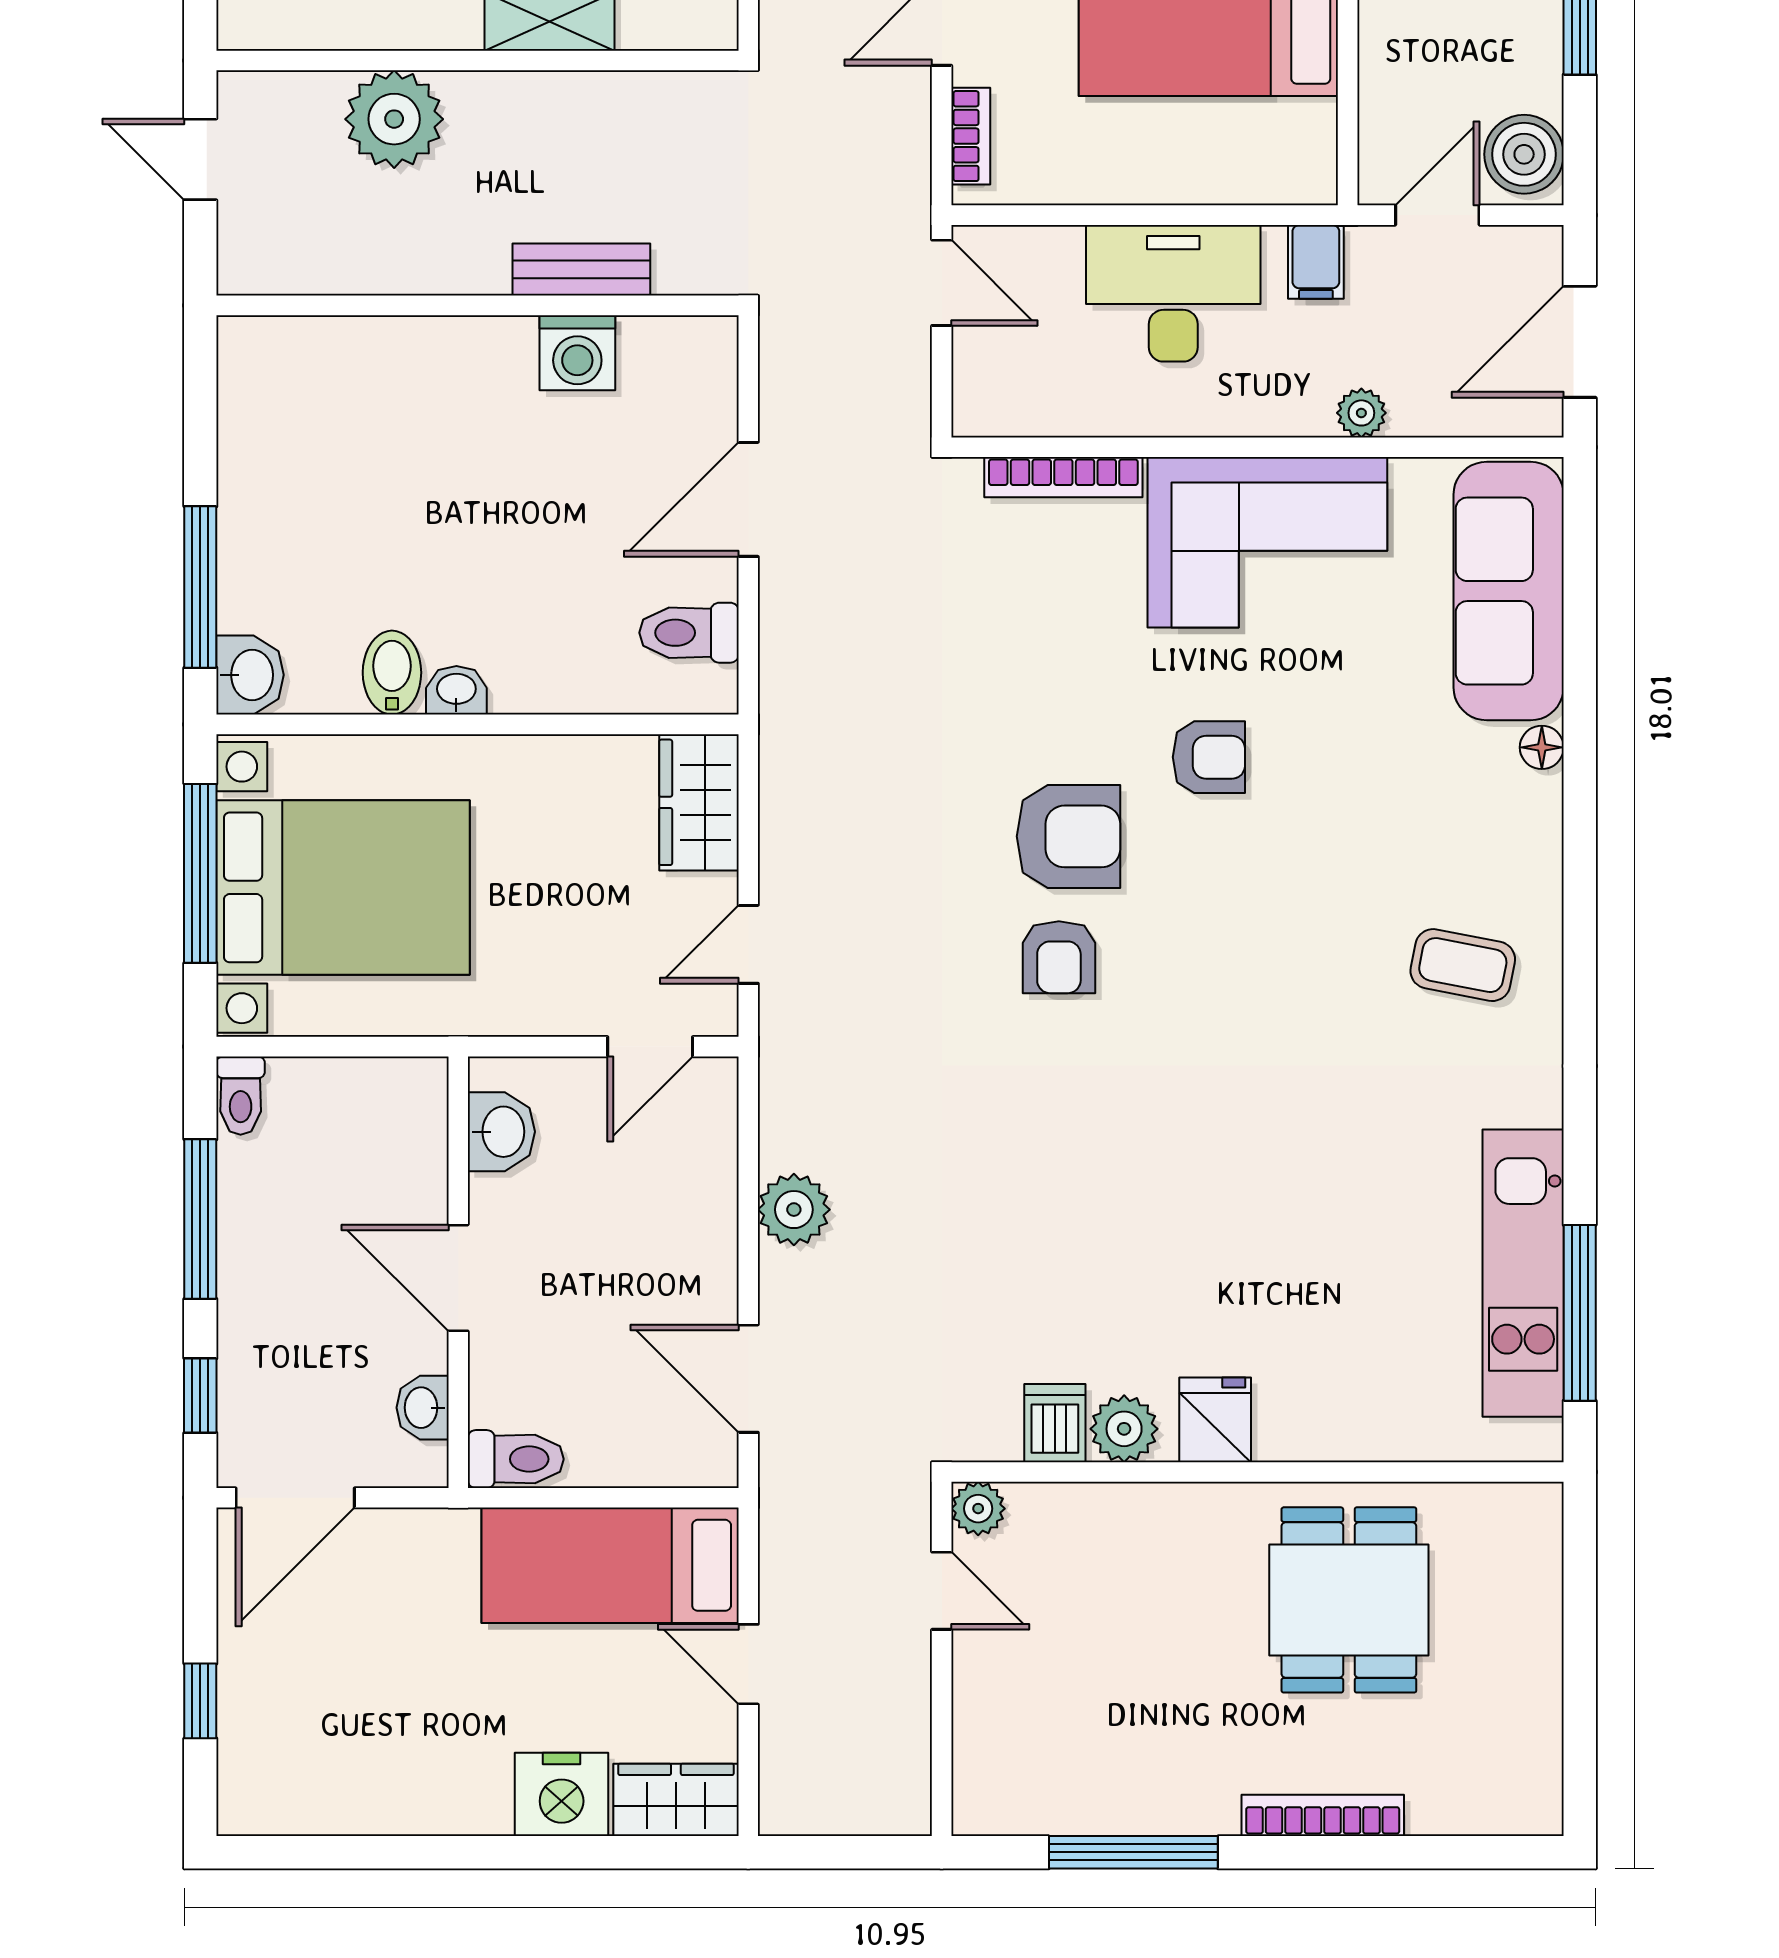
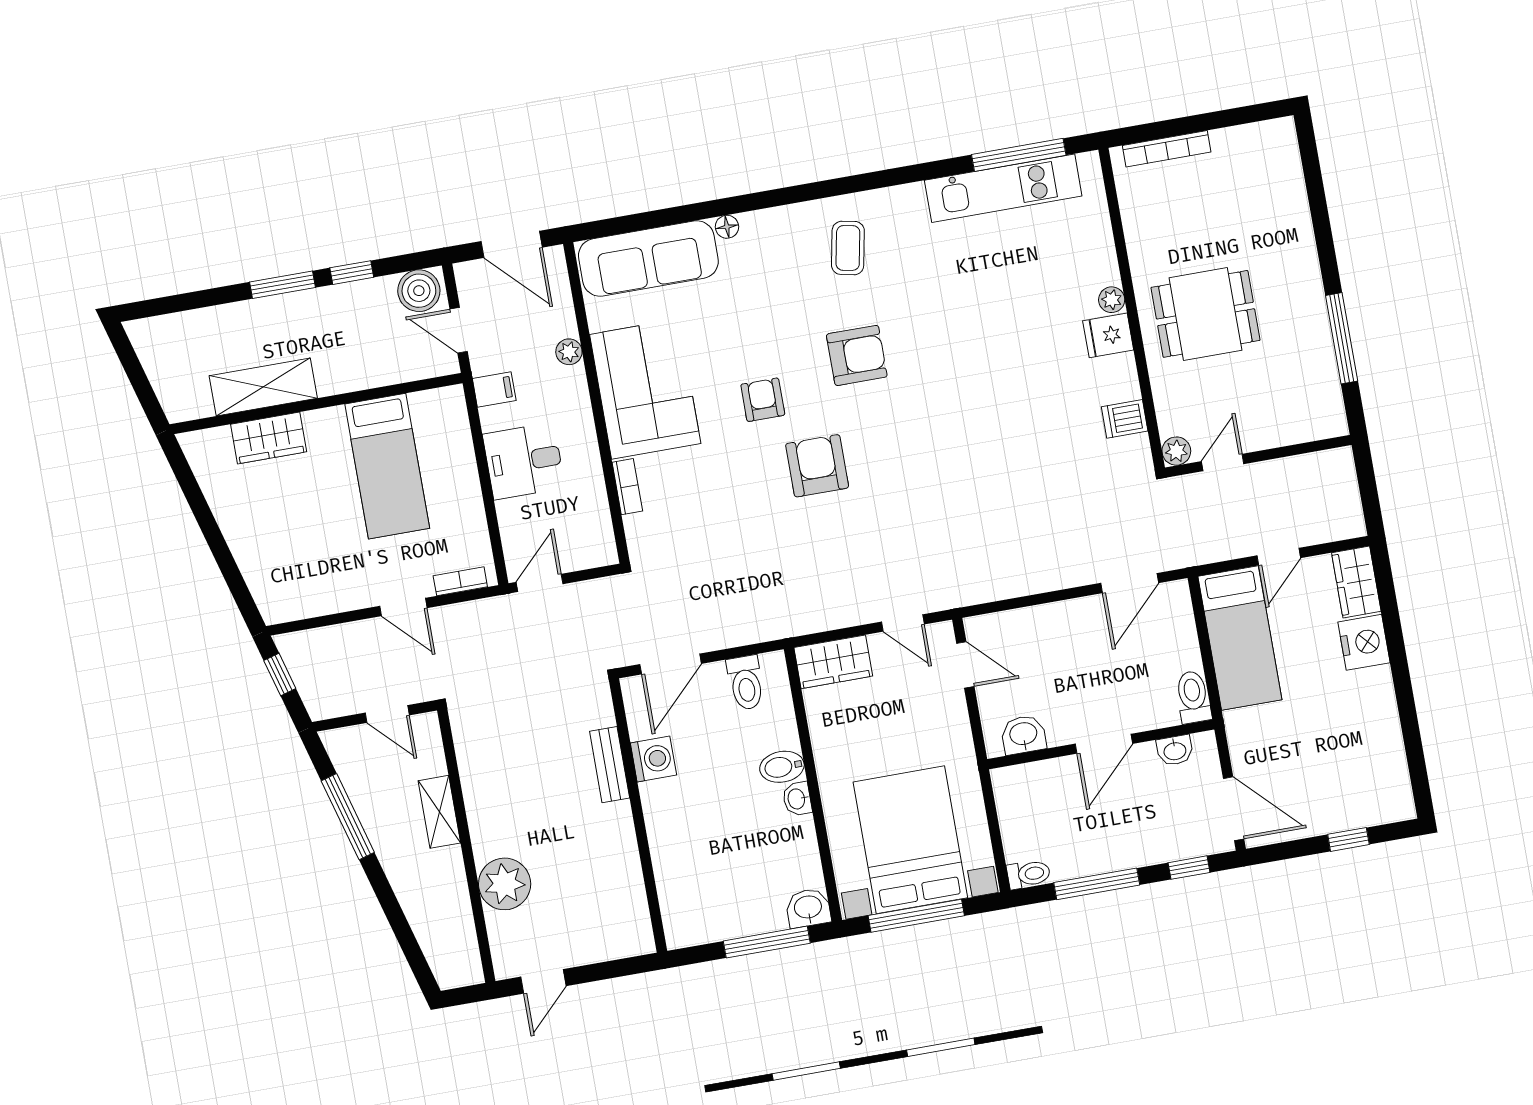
bench: (581, 269) -> (610, 765), moved
desk: (1173, 293) -> (524, 461), width x0.73
wall: (478, 305) -> (638, 816), moved
washing machine: (577, 353) -> (653, 759), moved
bookcase: (1063, 477) -> (627, 487), width x0.64
door: (748, 499) -> (671, 664), hinge flipped
bidet: (392, 673) -> (782, 767), moved
armchair: (1059, 957) -> (857, 355), moved, width x1.38, depth x1.38
plant: (794, 1210) -> (1037, 575), removed
plant: (1124, 1429) -> (1112, 300), moved, width x0.73, depth x0.73
dining table: (1349, 1600) -> (1205, 314), moved
bookcase: (1323, 1815) -> (1167, 149), moved, turned -90

